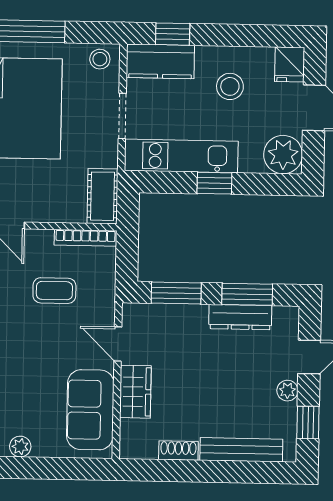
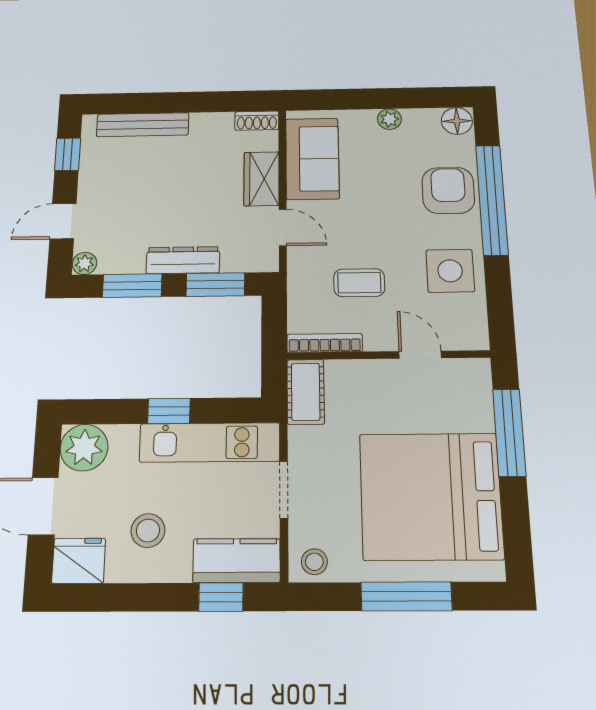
fridge: (290, 64) -> (79, 561), width x1.38
dresser: (240, 317) -> (183, 260), moved
plant: (287, 391) -> (84, 263), moved
shoe rack: (178, 451) -> (257, 121), moved

